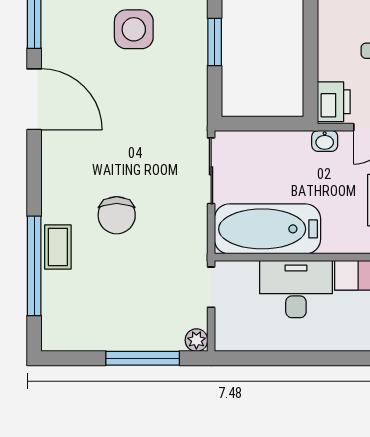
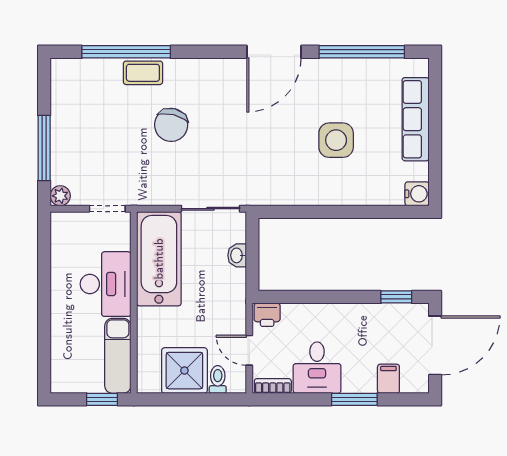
window: (215, 42) -> (325, 212), removed
printer: (334, 102) -> (267, 315), width x0.73, depth x0.81
washbasin: (325, 141) -> (237, 255), moved
chair: (117, 215) -> (171, 125), turned -76

